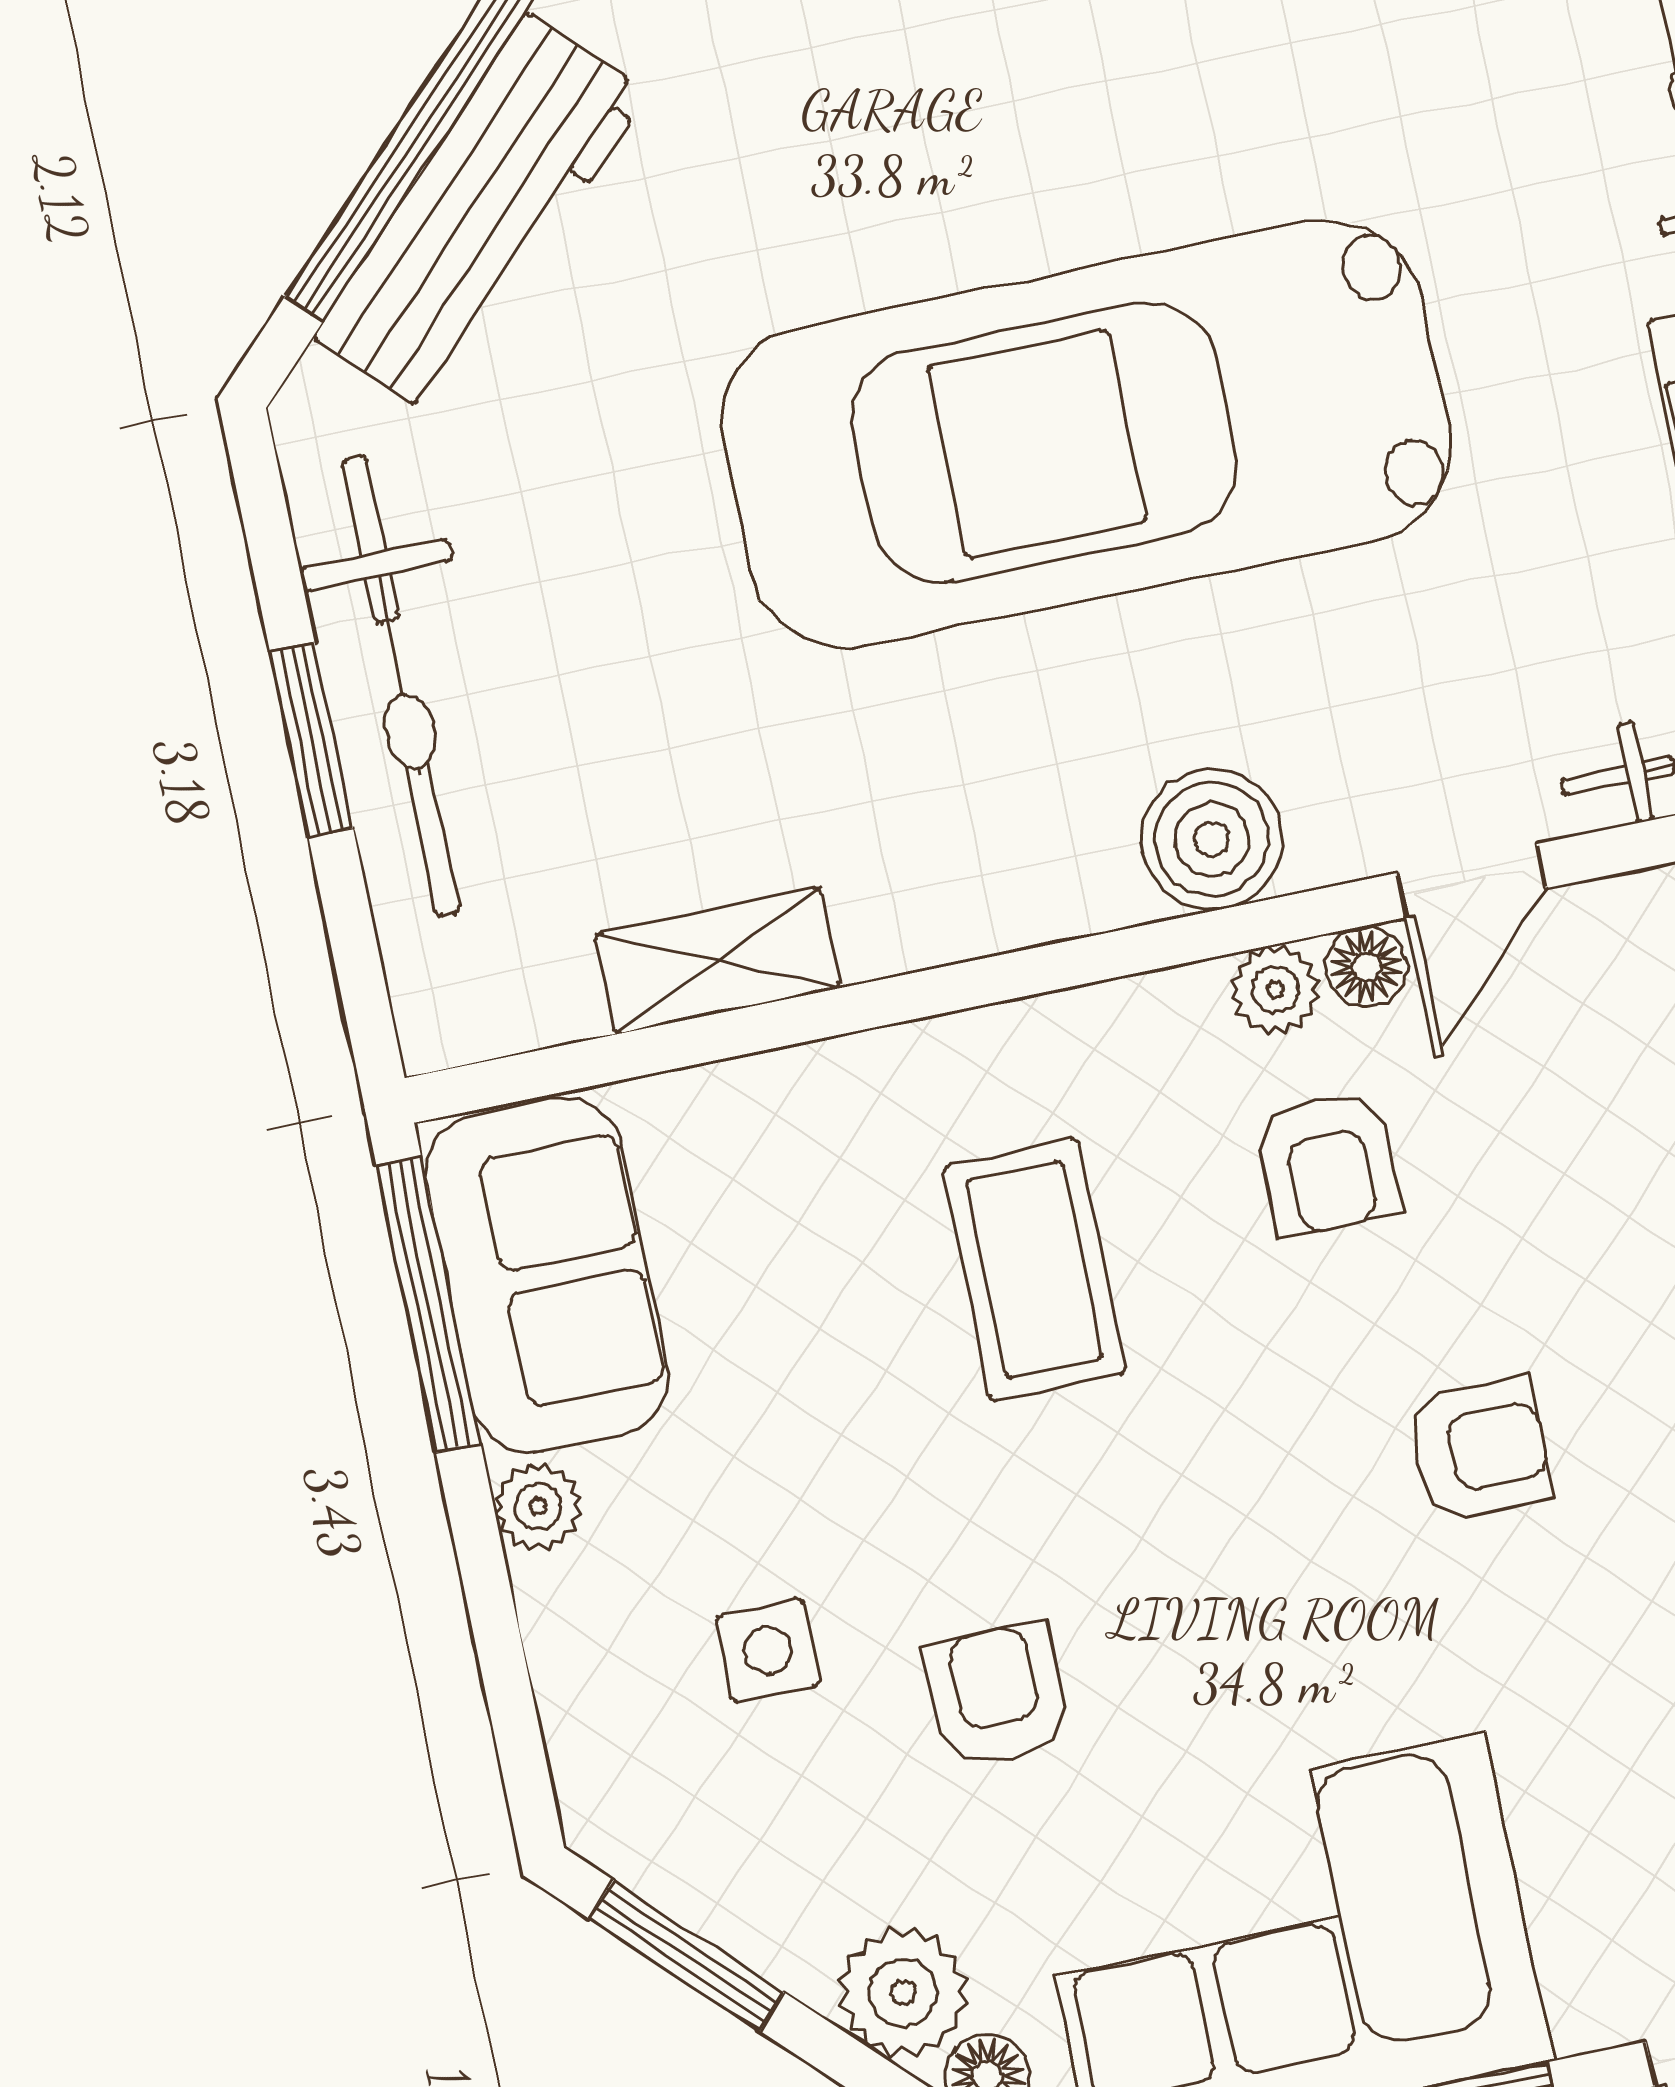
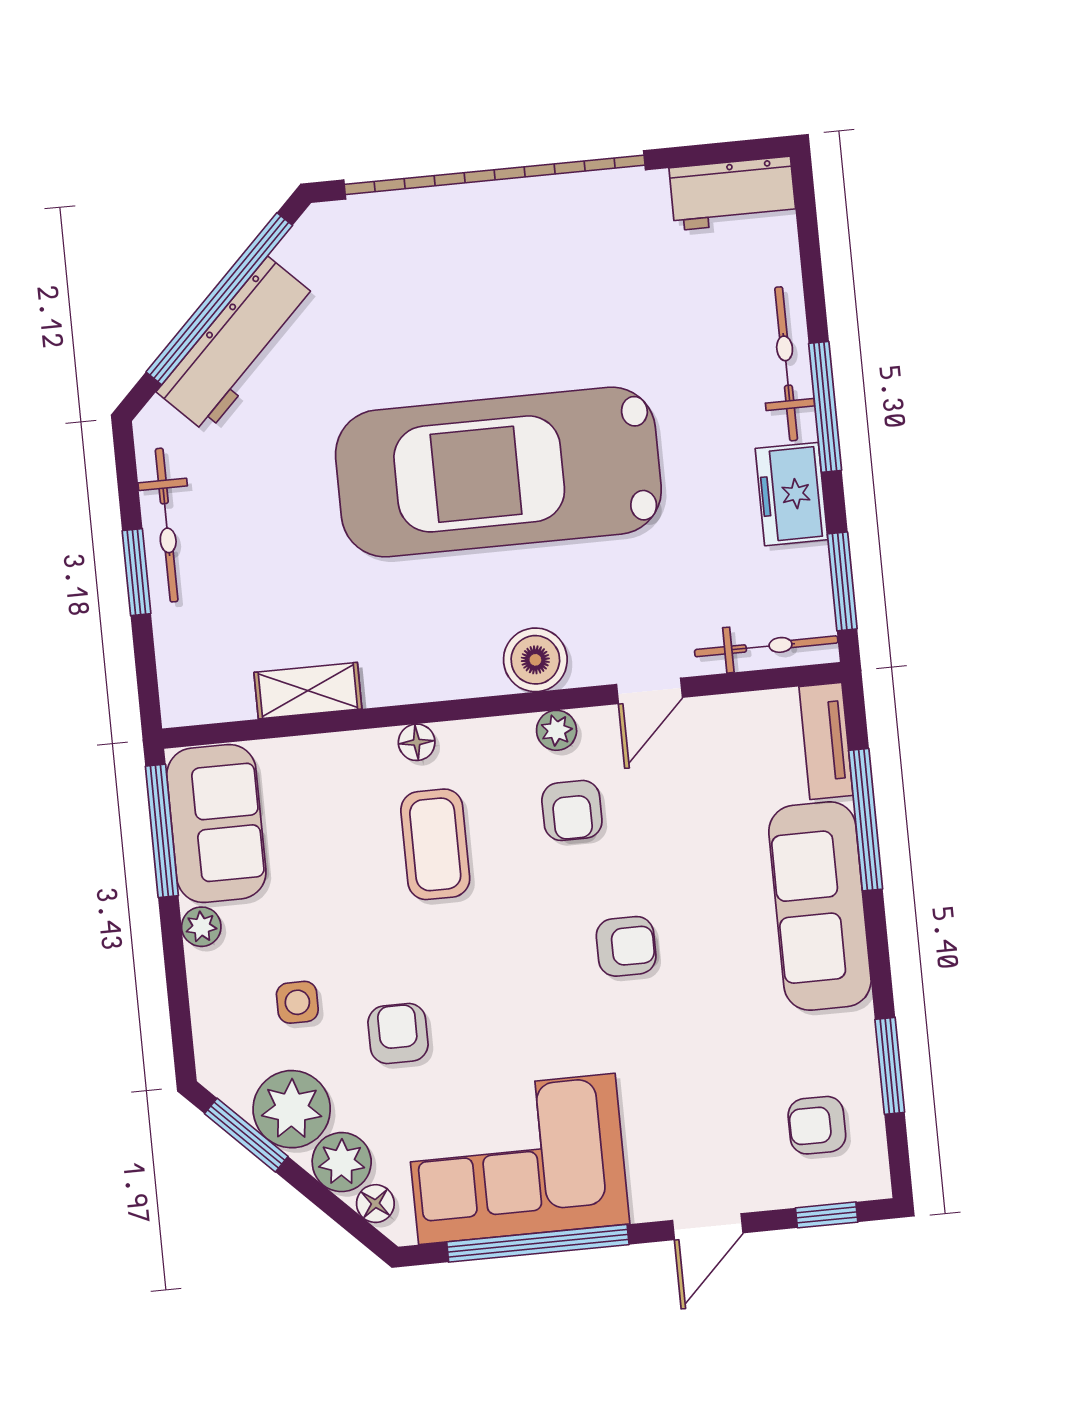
bicycle: (401, 686) -> (167, 525), width x0.73, depth x0.71
floor lamp: (1366, 967) -> (417, 742), moved
plant: (780, 1888) -> (292, 1109), added

